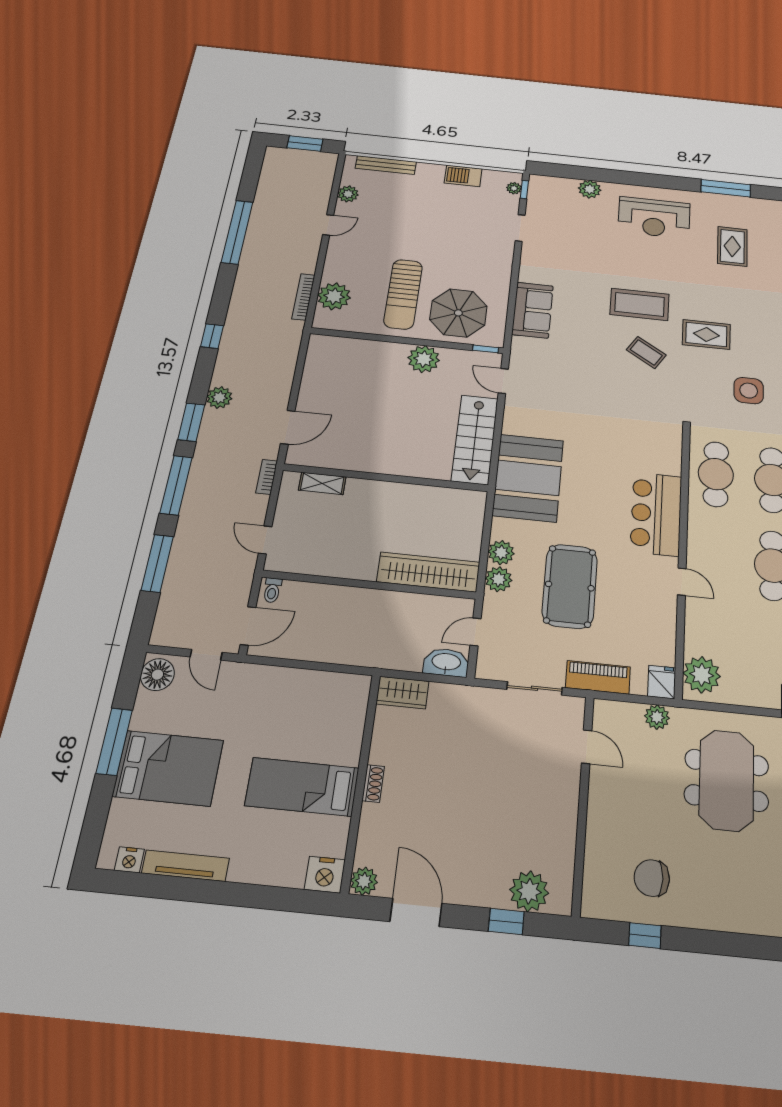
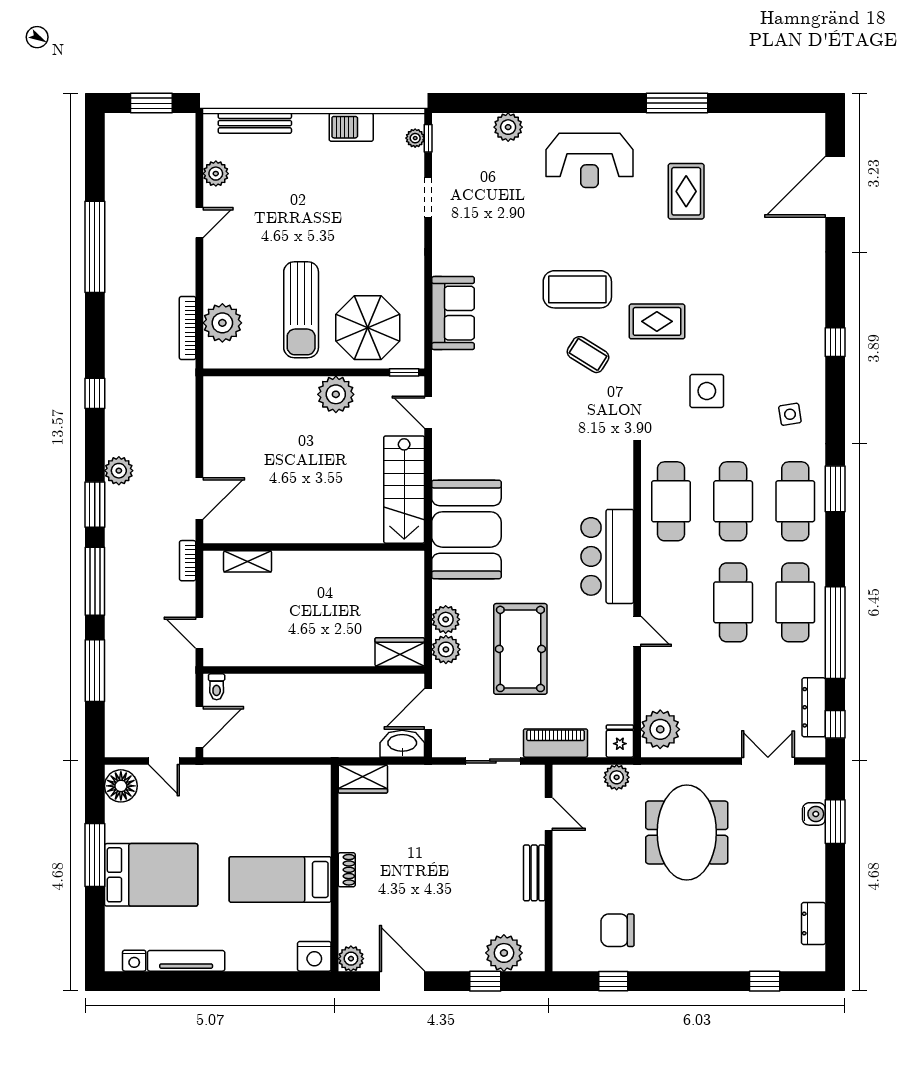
wardrobe: (428, 572) -> (400, 652), width x0.48, depth x0.85
door: (475, 632) -> (428, 709), width x1.38
bench: (568, 807) -> (534, 873), added

